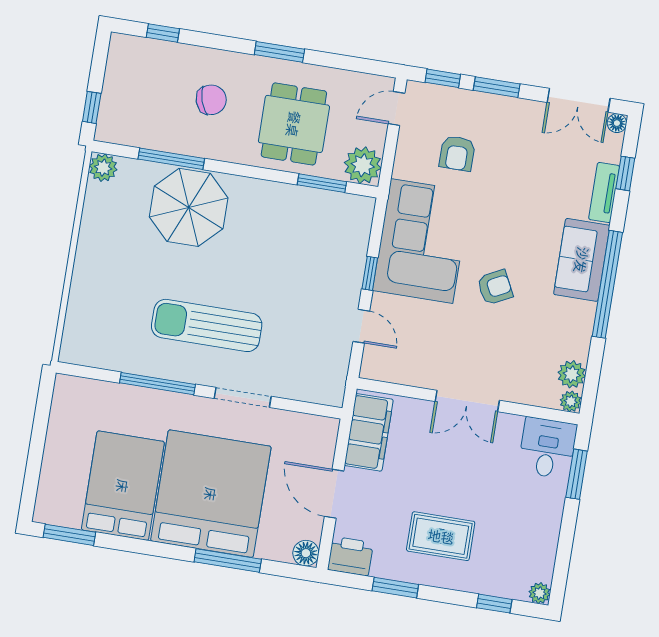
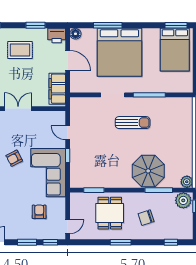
plant: (363, 165) -> (183, 200), moved
sun lounger: (207, 325) -> (133, 123), width x0.73, depth x0.75
bed: (123, 486) -> (175, 50), moved

